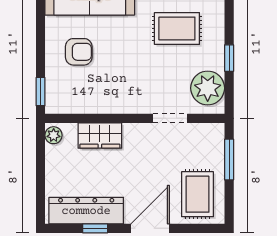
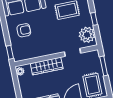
wardrobe: (100, 136) -> (47, 66), width x1.50

